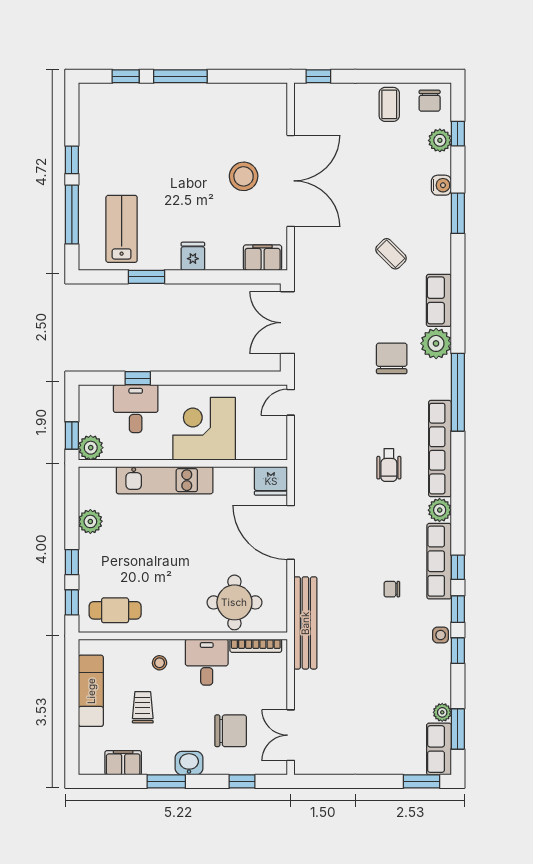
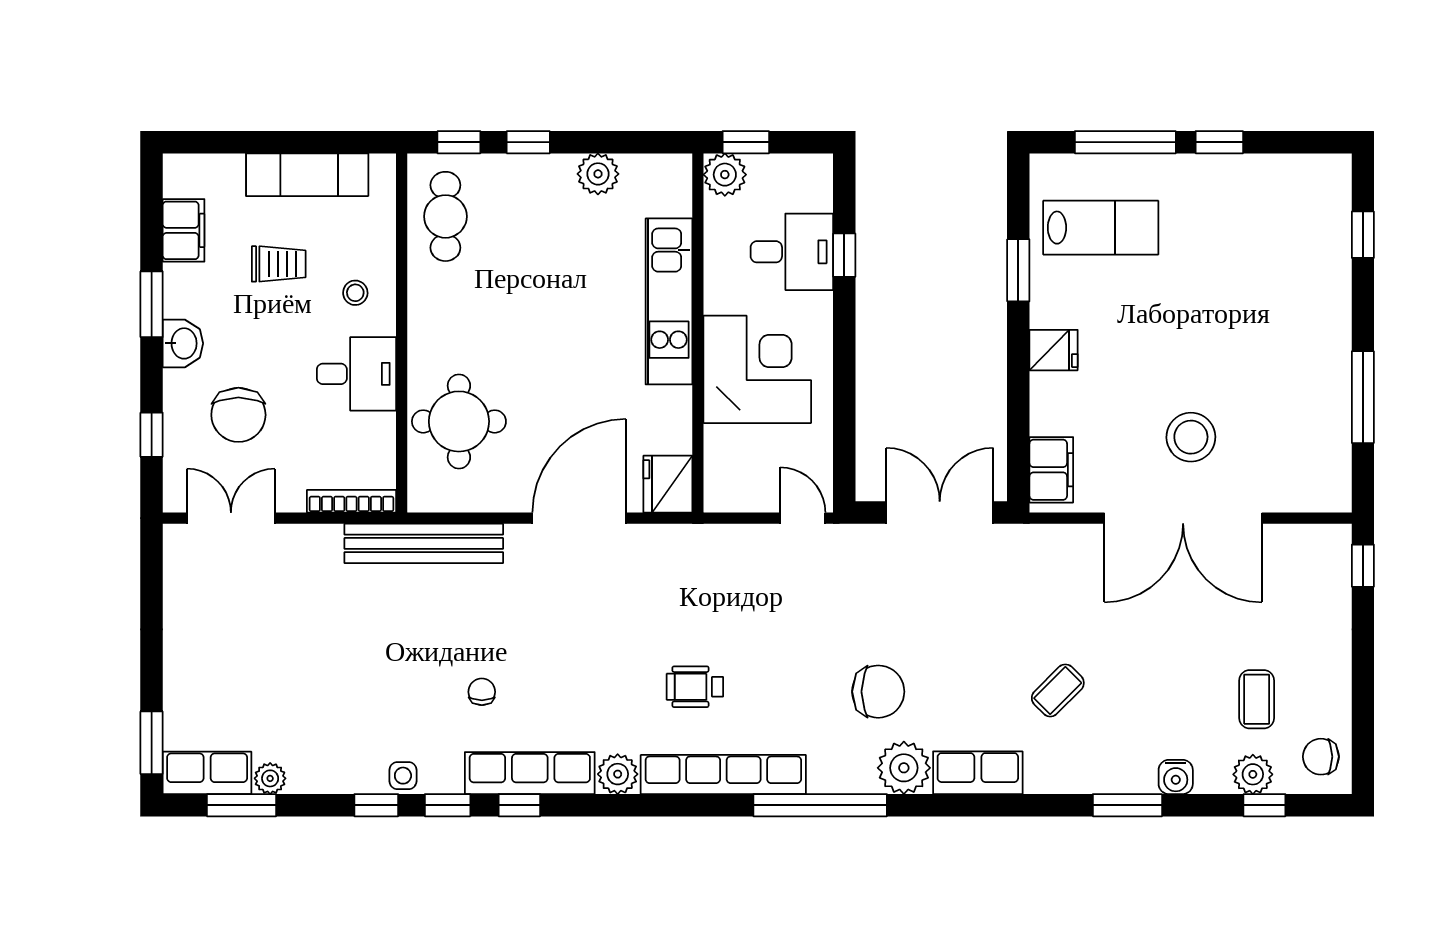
window: (180, 76) -> (1363, 397), moved
coffee table: (389, 104) -> (1257, 699), moved, turned 90
bookcase: (256, 646) -> (351, 501), moved, turned 90

